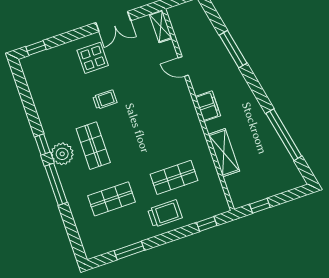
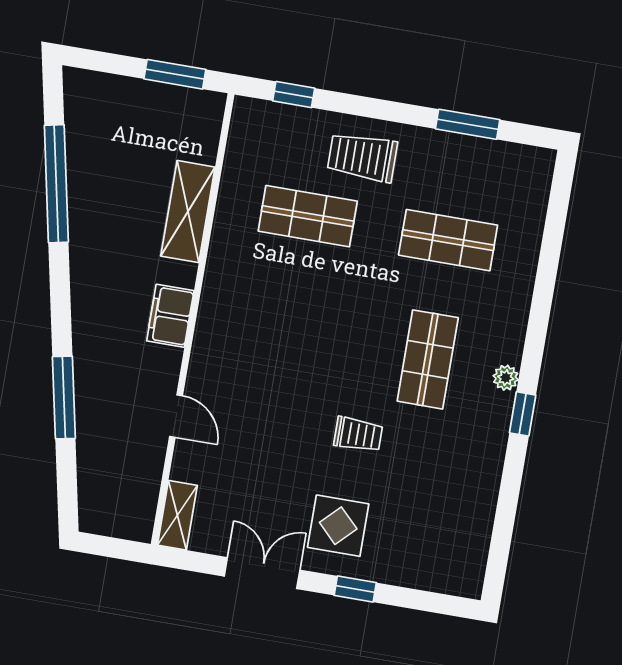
window: (36, 48) -> (355, 589), moved
trolley: (105, 100) -> (358, 434), turned 180
plant: (62, 154) -> (506, 378), width x0.53, depth x0.53
window: (56, 184) -> (538, 325), removed
window: (260, 206) -> (175, 74), width x1.50

